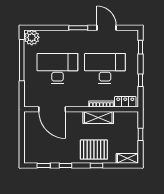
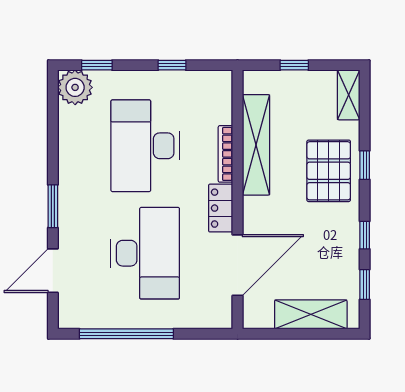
door: (107, 28) -> (53, 271), moved
plant: (32, 37) -> (75, 87), moved
desk: (57, 68) -> (145, 253), turned 180
locker: (125, 102) -> (221, 208), moved
shelving: (98, 117) -> (256, 145), width x1.47
shelving: (30, 142) -> (311, 314), added

